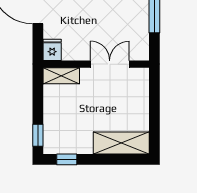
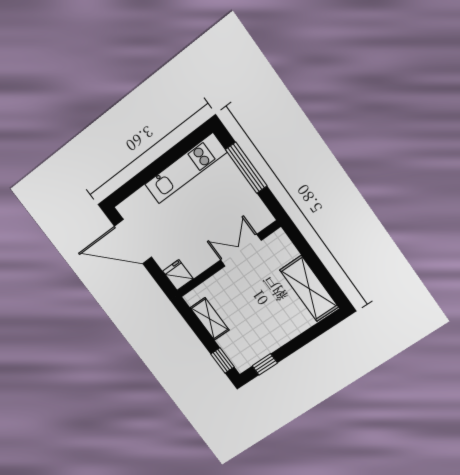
shelving: (61, 76) -> (210, 319), moved, turned 90
shelving: (121, 143) -> (309, 288), moved, turned 90

